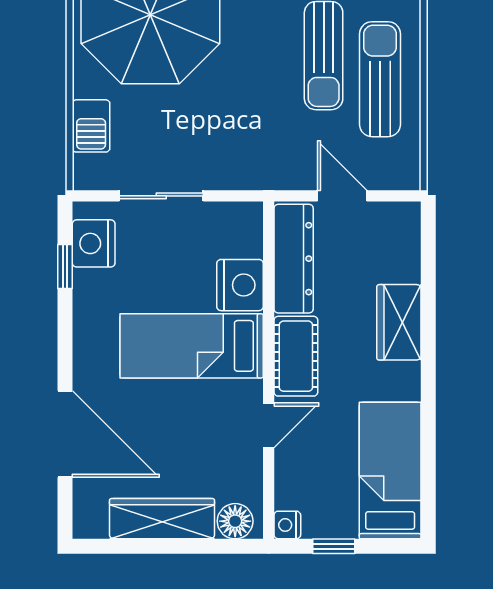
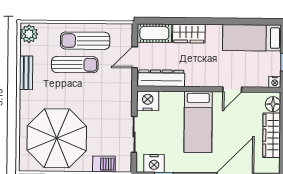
nightstand: (240, 285) -> (148, 101), moved
cot: (296, 356) -> (154, 33), moved
door: (269, 425) -> (232, 89), swing flipped

